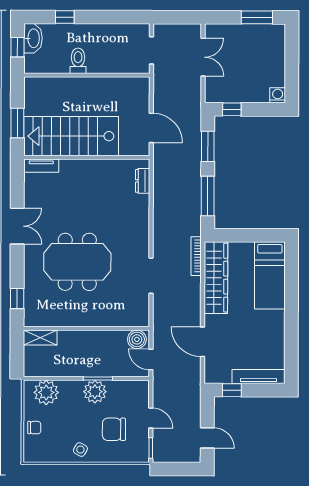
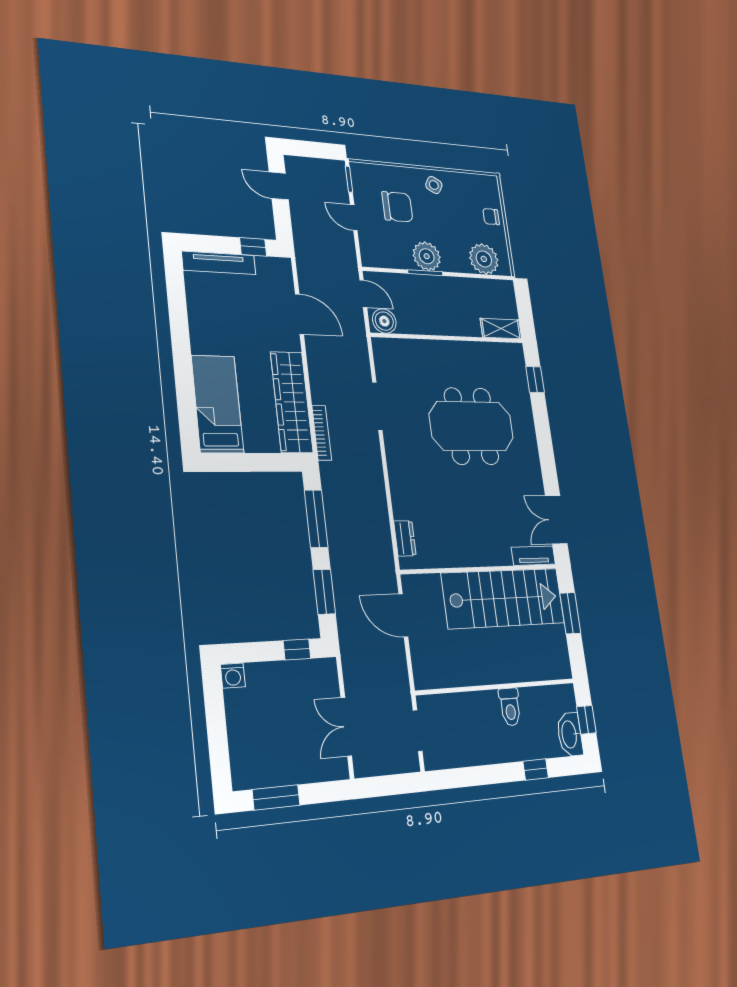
double door: (17, 226) -> (556, 520), moved

